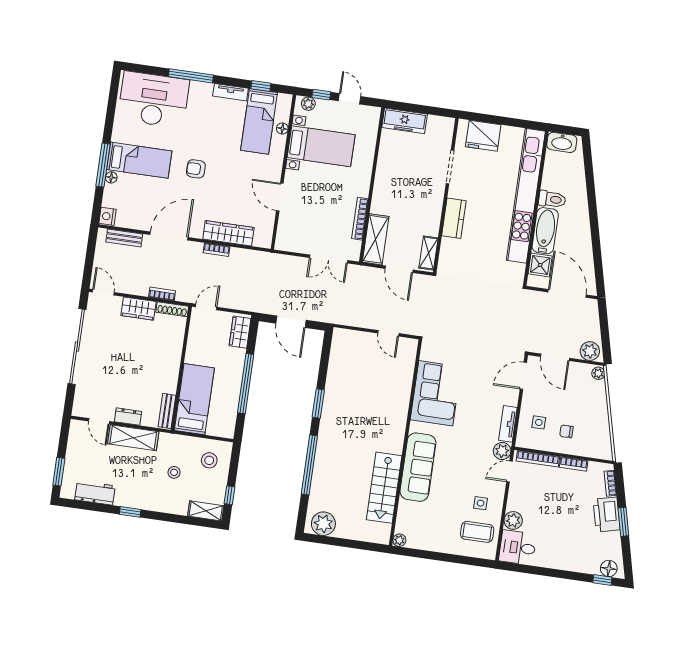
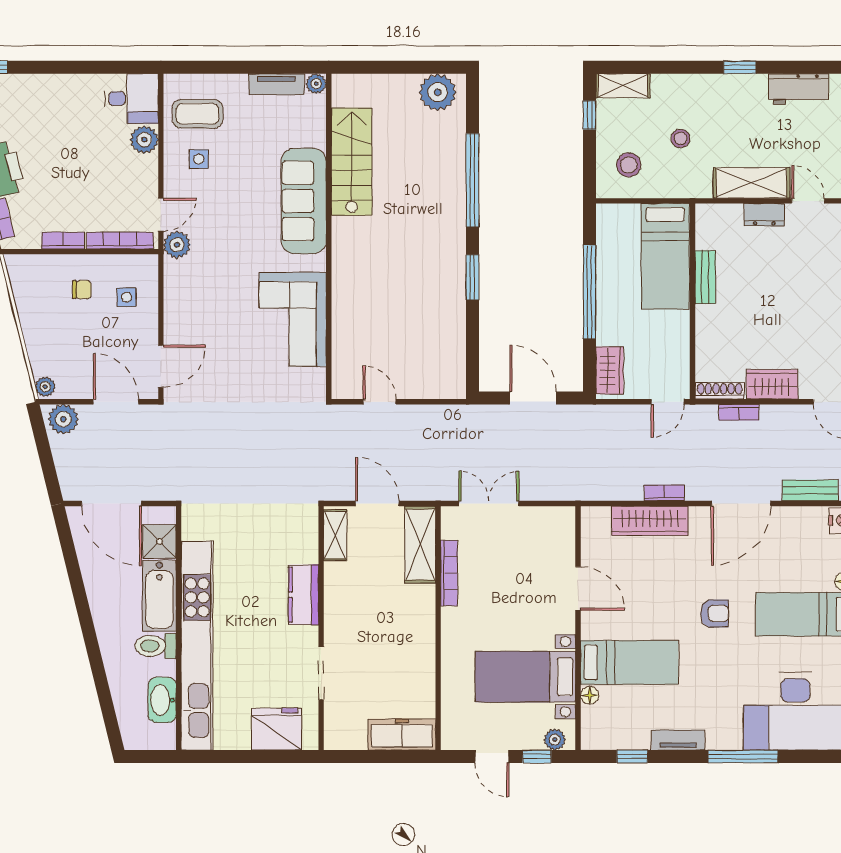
bed: (259, 121) -> (630, 662), moved, turned 90
washbasin: (562, 142) -> (162, 700), moved, turned -90
bench: (167, 411) -> (705, 277), moved
tv unit: (508, 424) -> (276, 84), moved, turned 90

